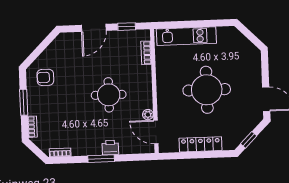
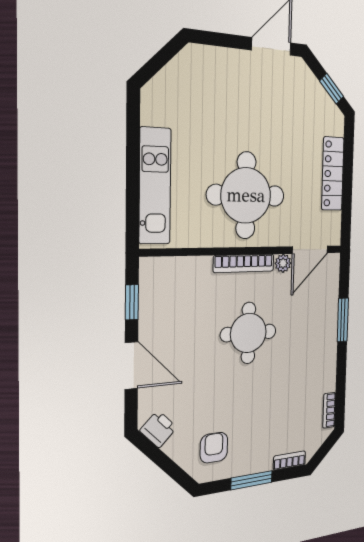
bookcase: (146, 53) -> (244, 263), moved, width x1.56
armchair: (45, 77) -> (214, 448), turned 180
round table: (207, 90) -> (246, 195), moved
printer: (110, 148) -> (158, 429), moved, turned 135
window: (101, 159) -> (343, 320), moved

